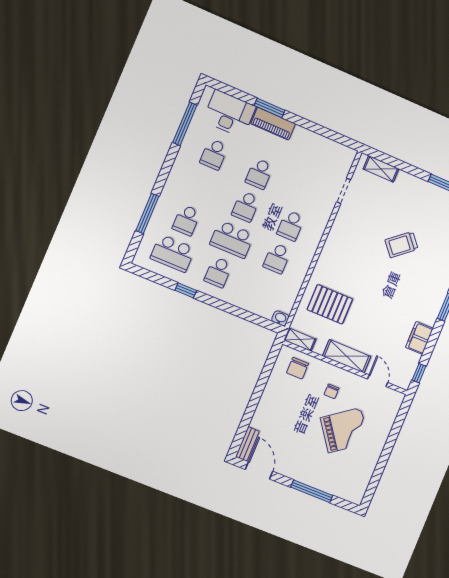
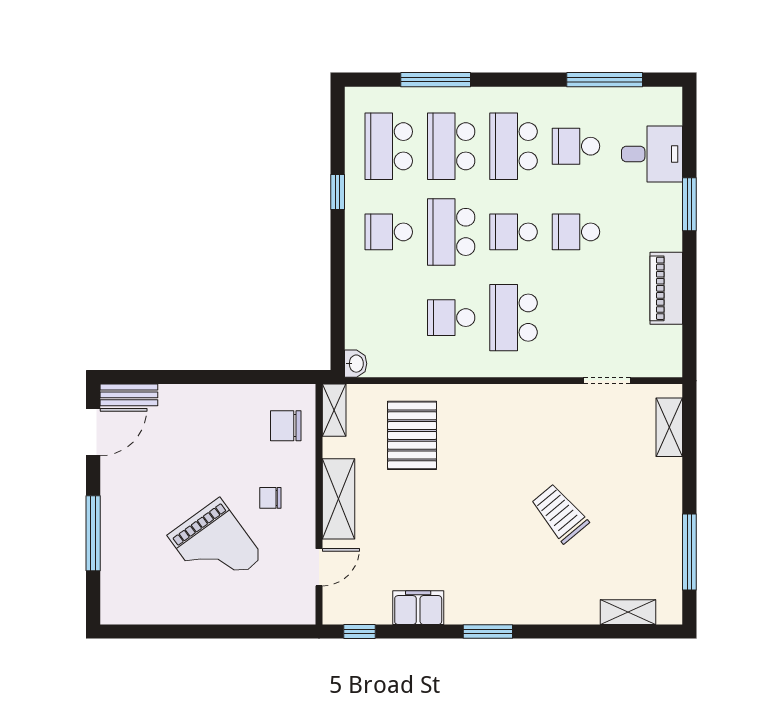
desk: (229, 114) -> (652, 154), width x0.73
piano: (273, 124) -> (666, 288), moved
school desk: (200, 187) -> (514, 146), added
school desk: (186, 220) -> (451, 146), width x1.85
school desk: (291, 226) -> (514, 318), width x1.85

